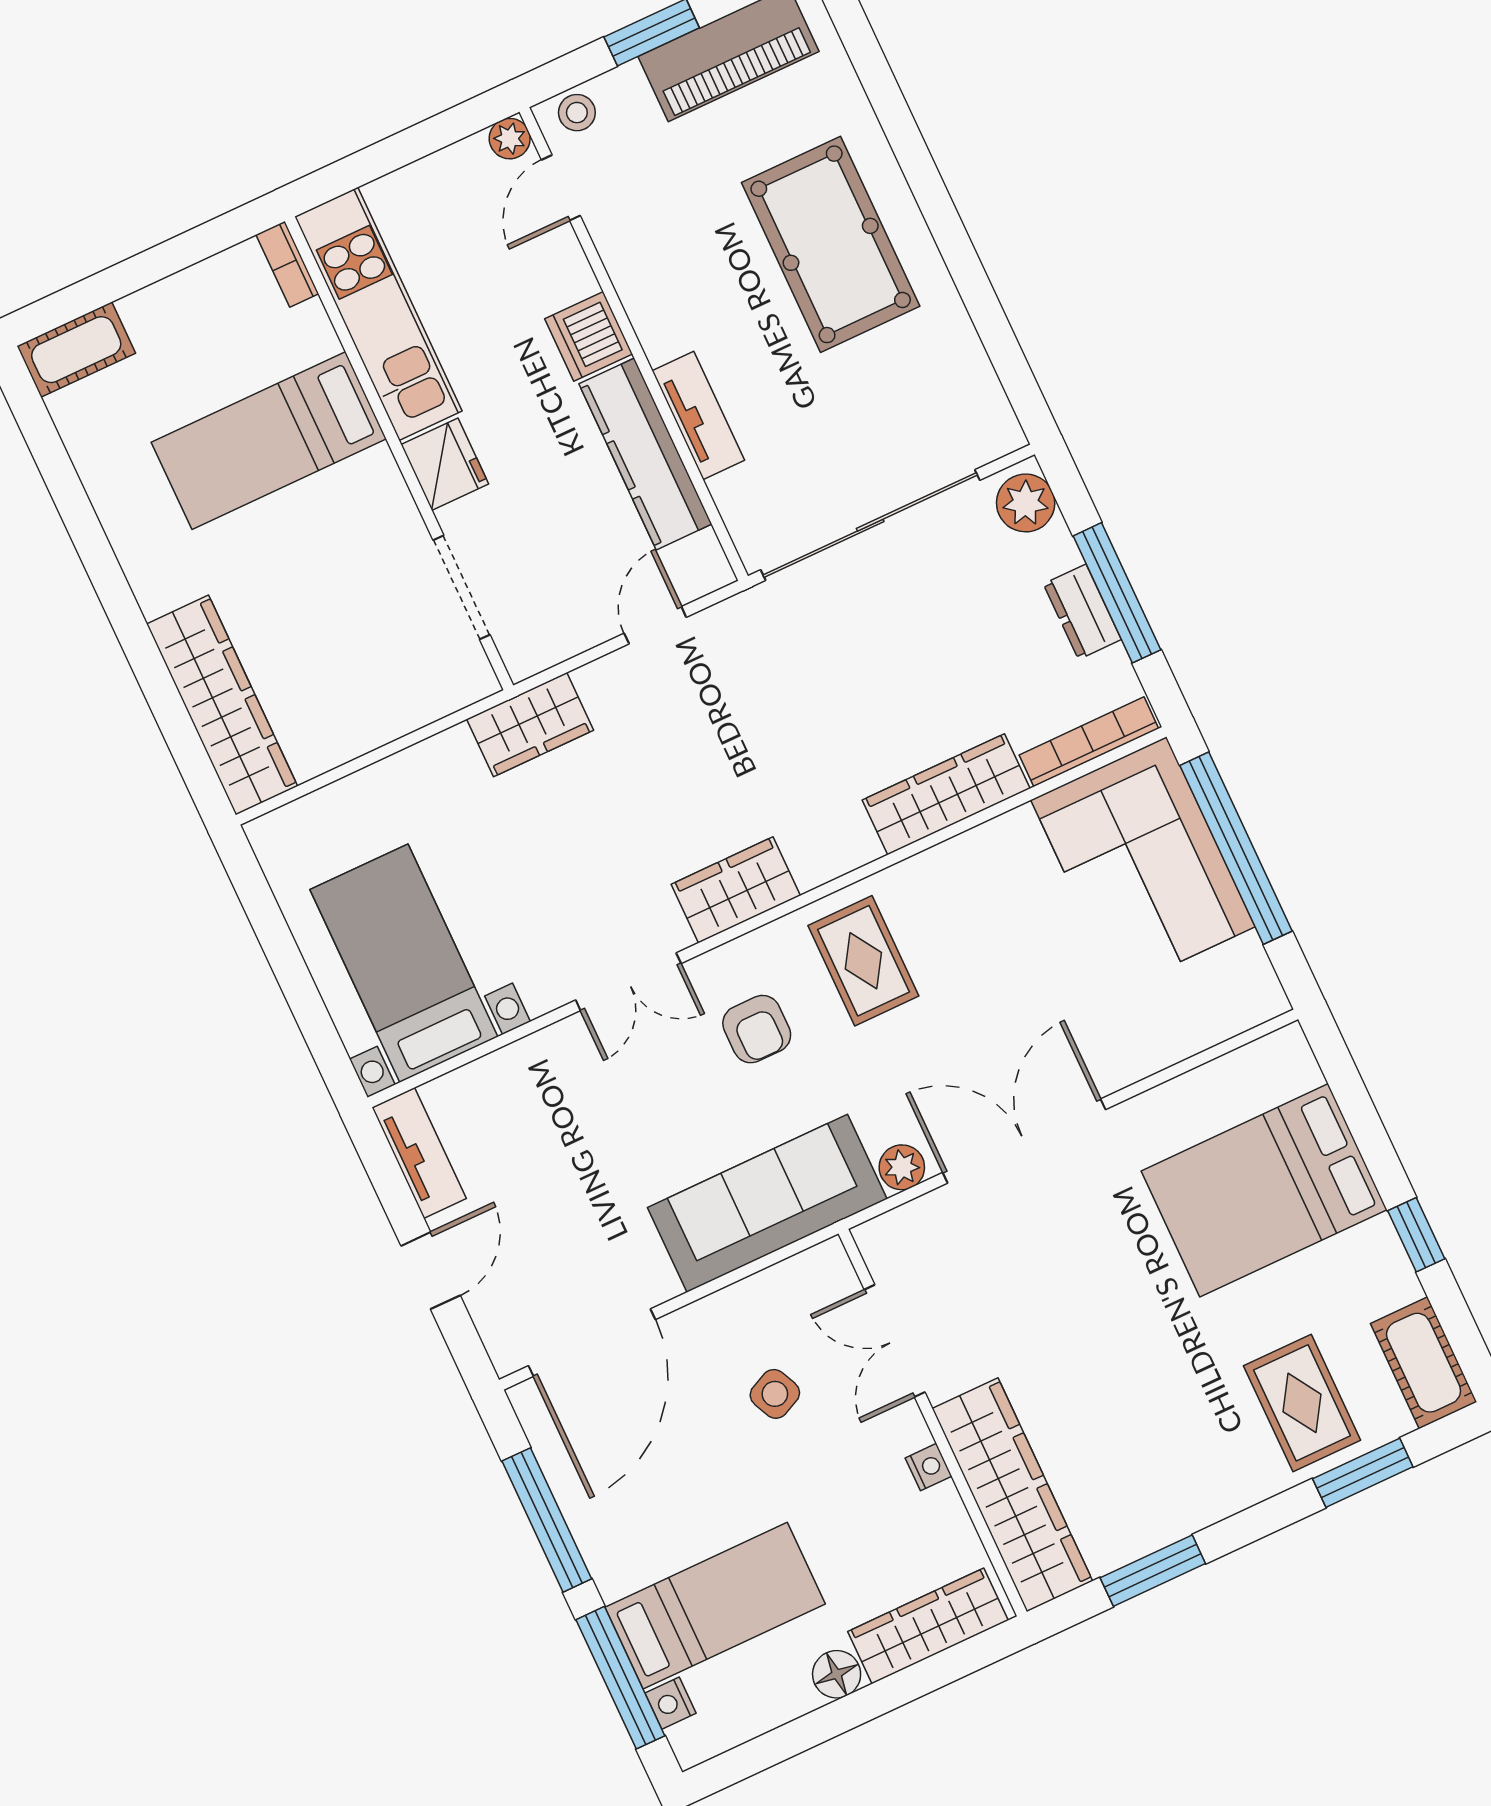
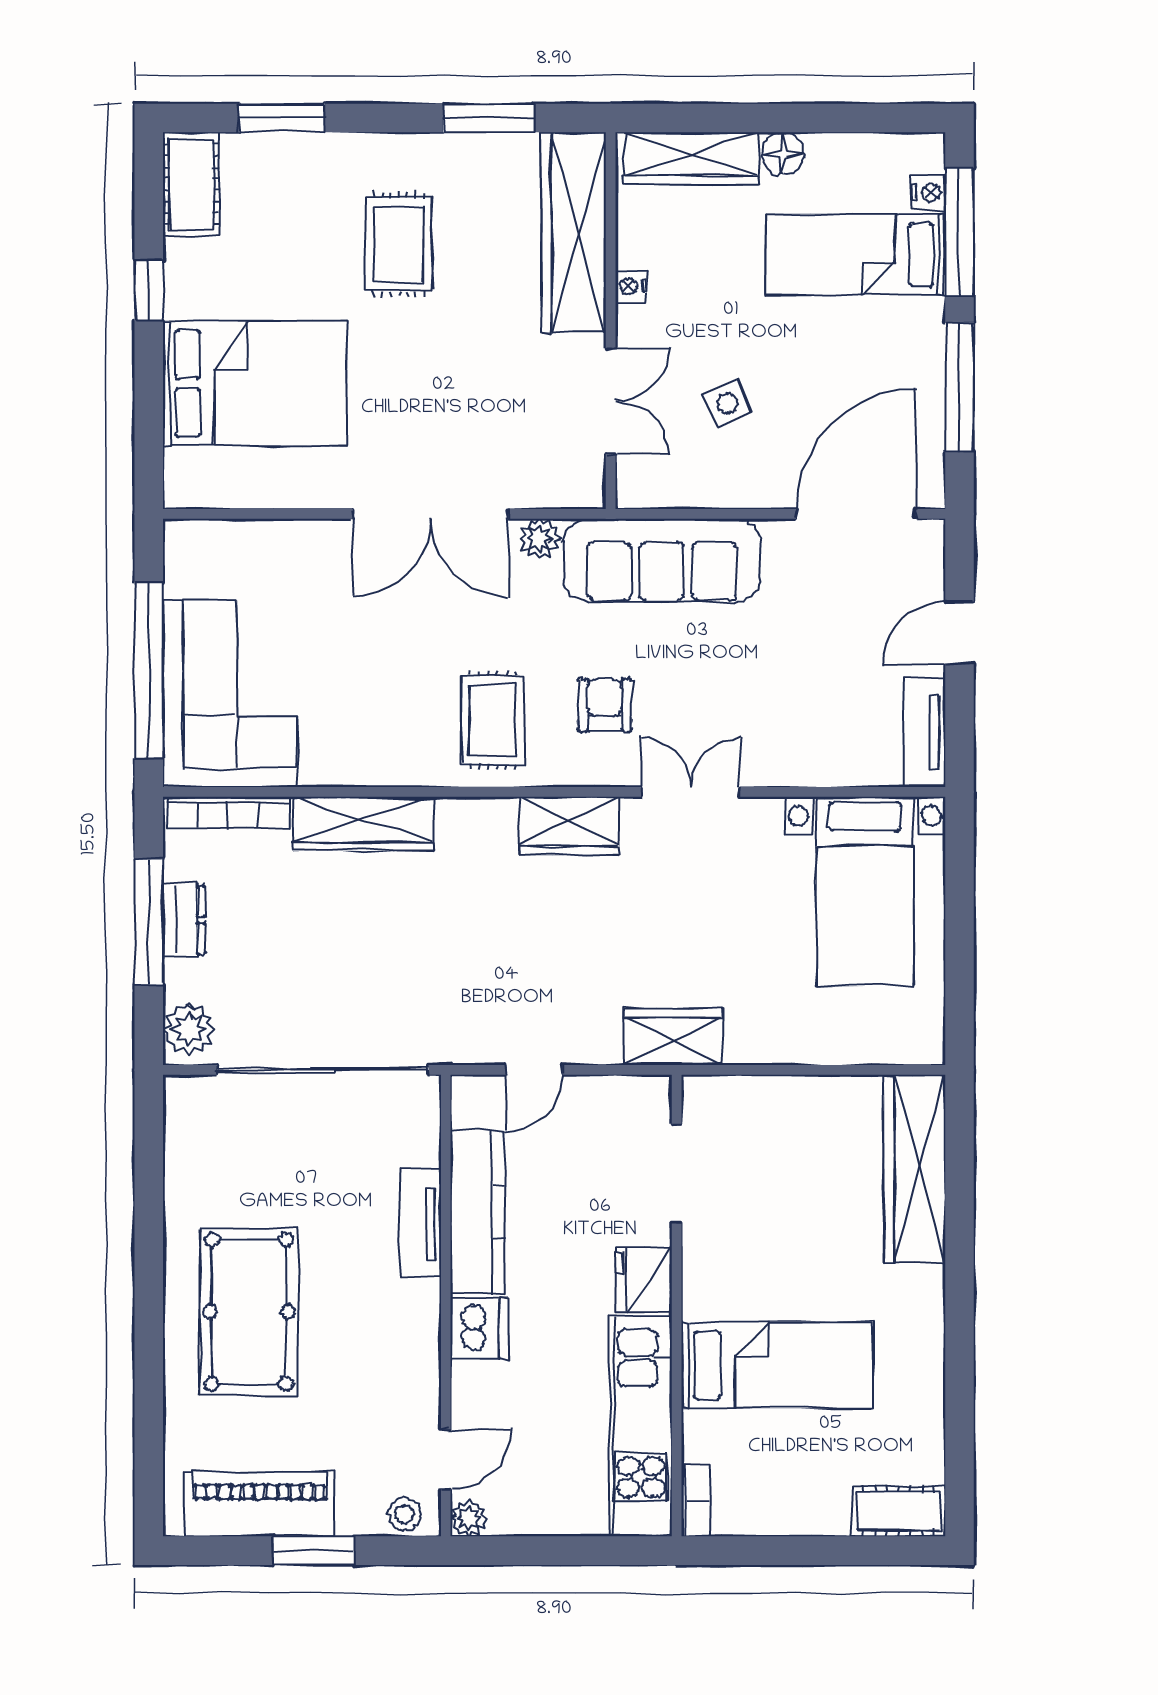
rug: (1302, 1403) -> (398, 244), moved

